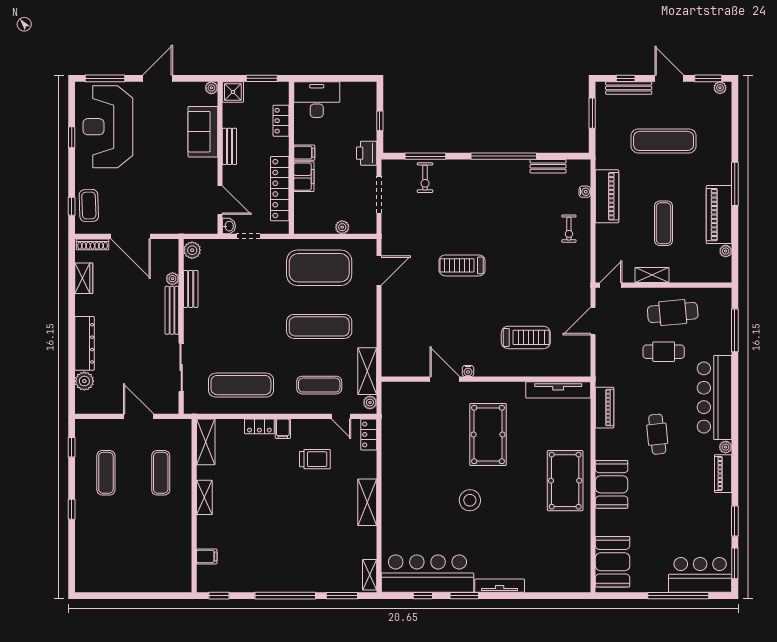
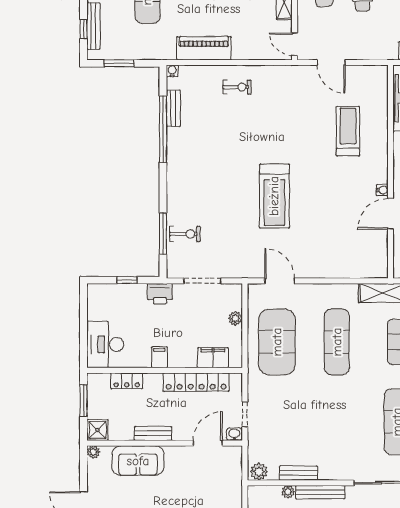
window: (504, 156) -> (163, 129), moved
filing cabinet: (304, 177) -> (213, 358), moved
water cooler: (585, 192) -> (172, 71), moved
treadmill: (462, 265) -> (274, 196), width x1.37, depth x1.38

